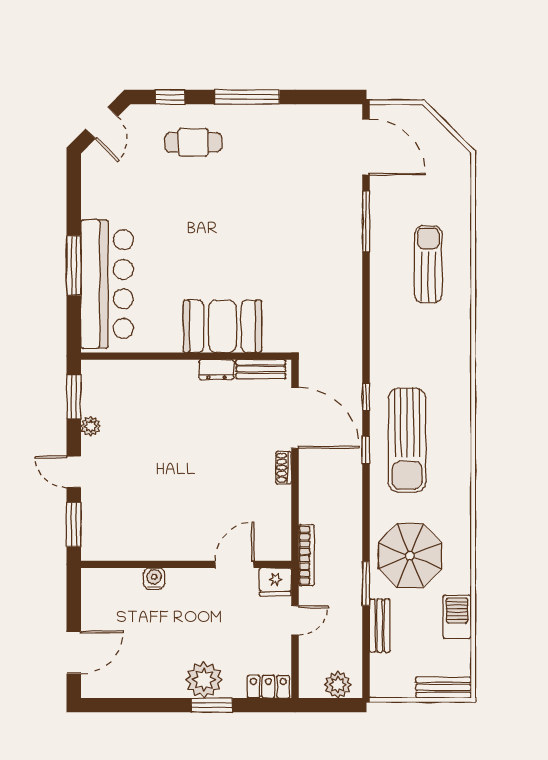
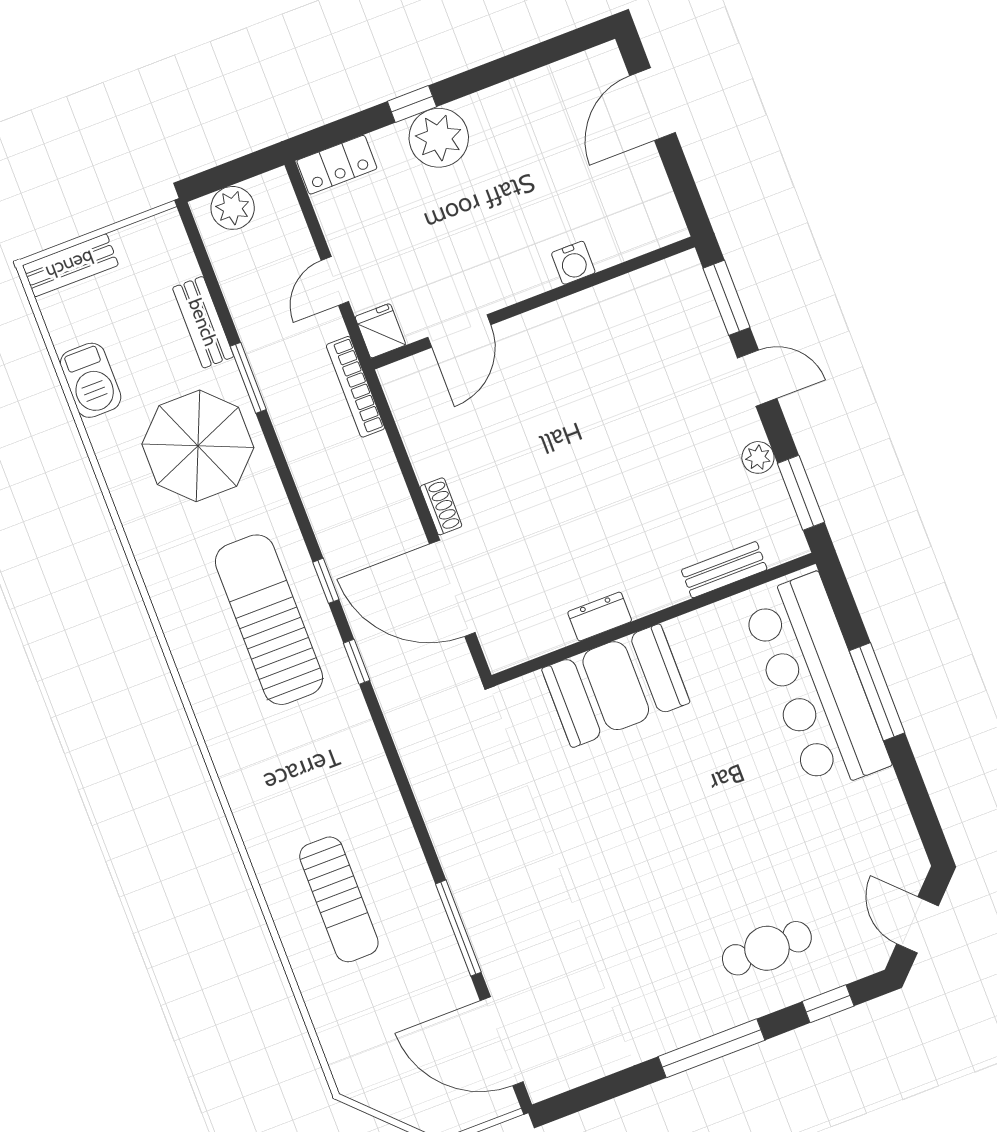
bench: (261, 369) -> (724, 570), moved
fridge: (275, 582) -> (380, 331), width x0.72
window: (212, 705) -> (412, 104), width x0.67

